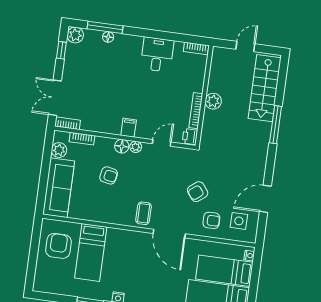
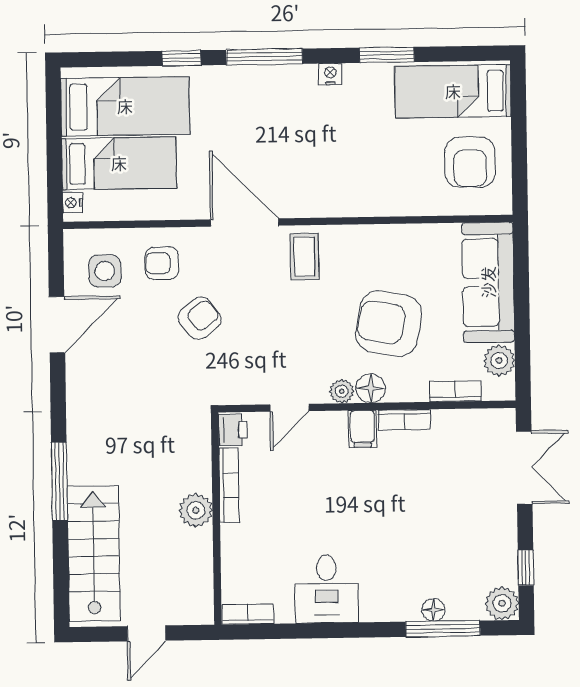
bookcase: (67, 123) -> (404, 420), moved
armchair: (109, 175) -> (389, 324), width x1.88, depth x1.88
bed: (91, 253) -> (453, 91), moved, turned -90

